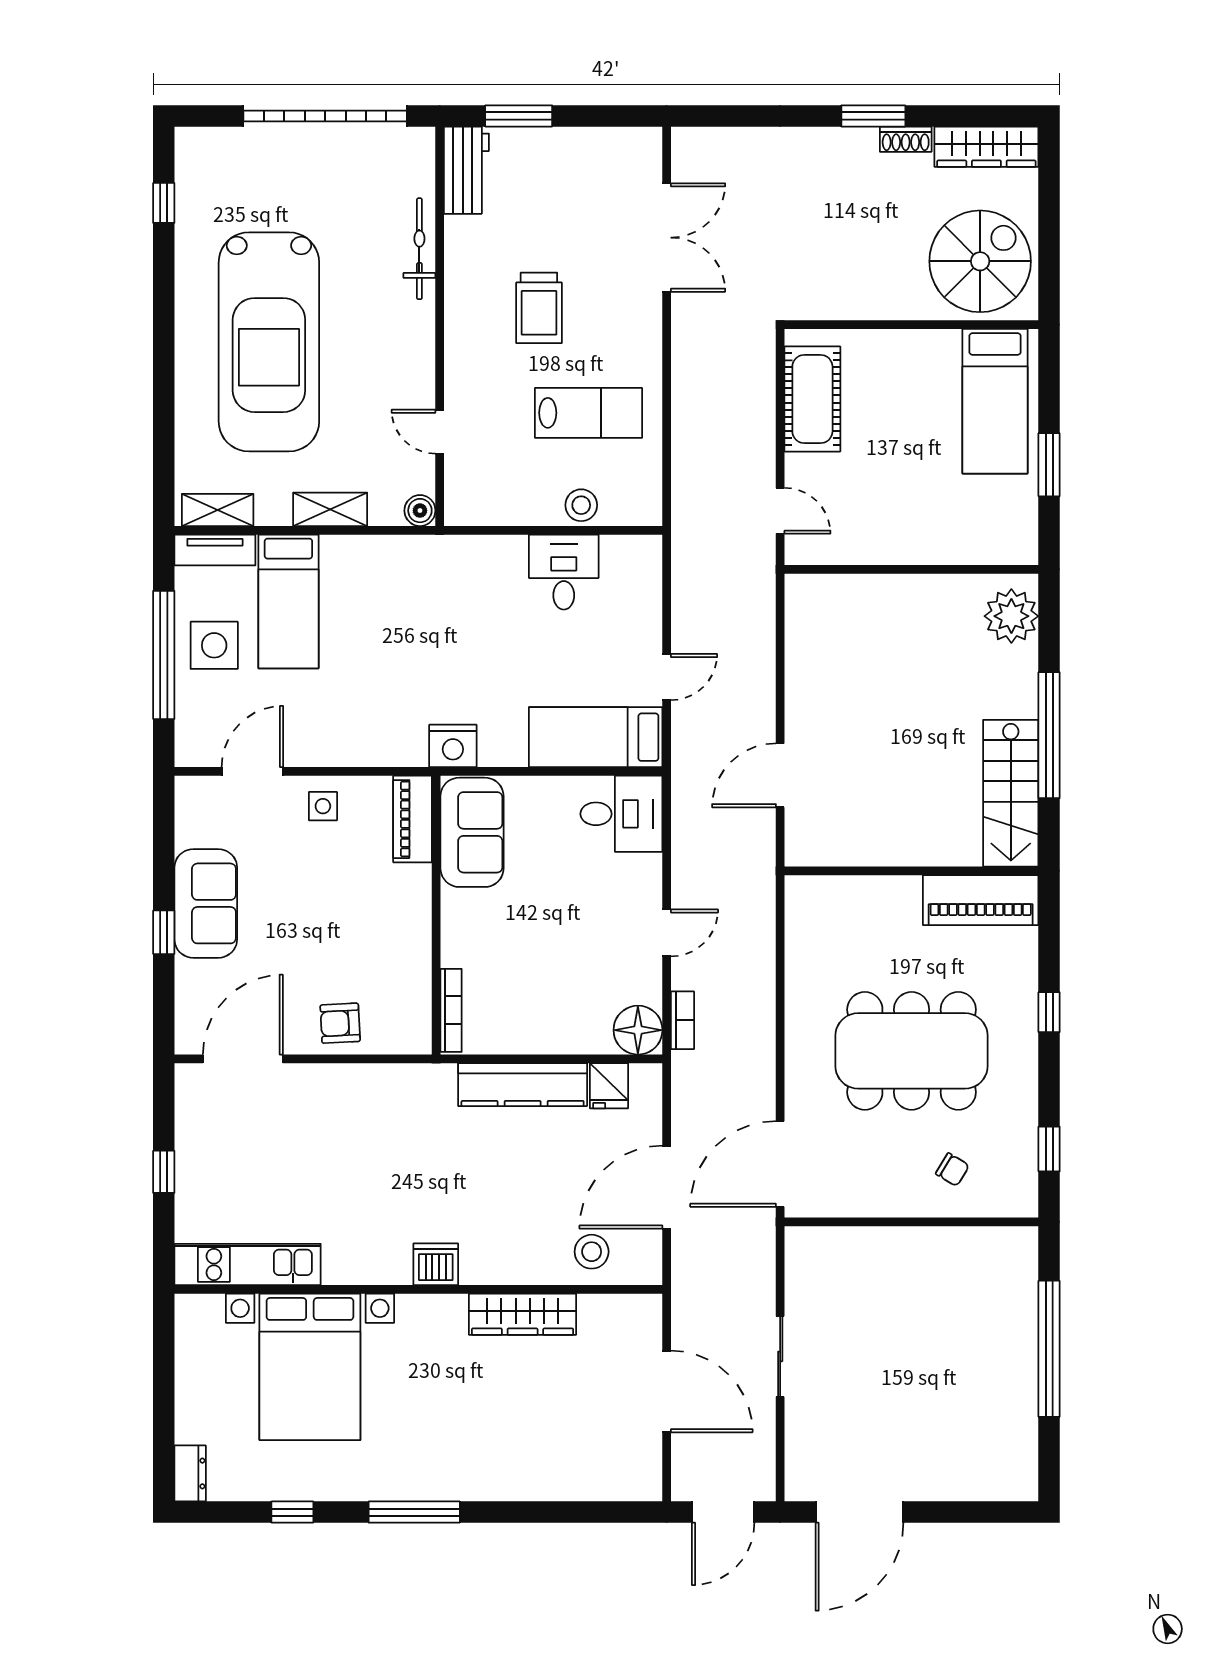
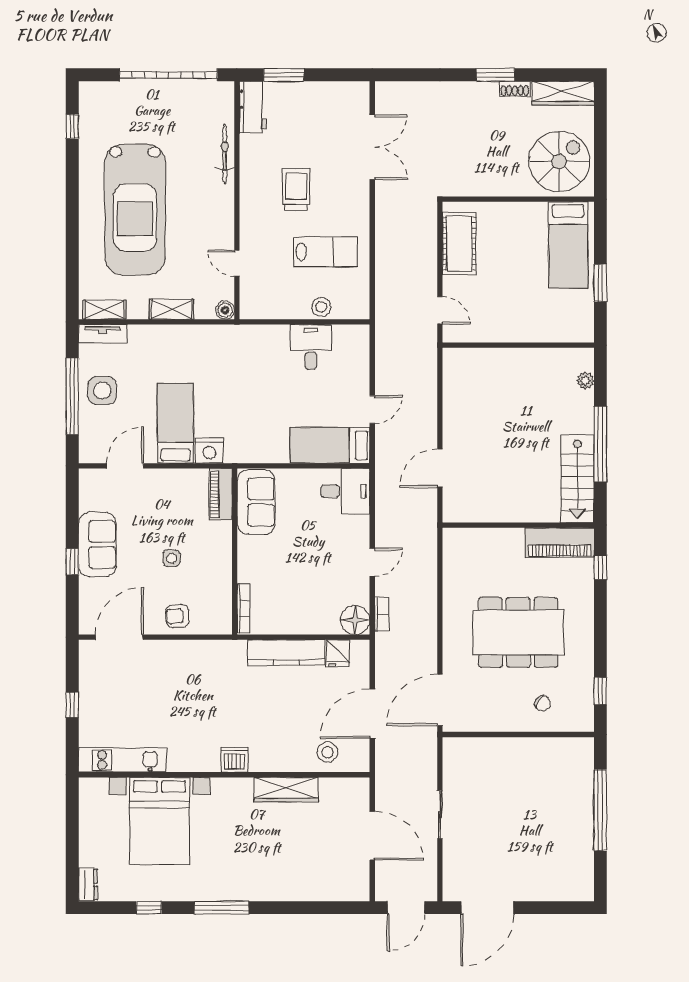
trolley: (539, 308) -> (296, 189), turned 180
bed: (288, 601) -> (176, 423), moved, turned 180
plant: (1011, 616) -> (585, 381), width x0.53, depth x0.53
nightstand: (453, 746) -> (209, 451), moved
side table: (323, 806) -> (172, 558), moved
window: (1049, 1012) -> (600, 567), moved

